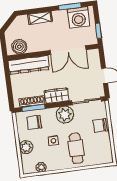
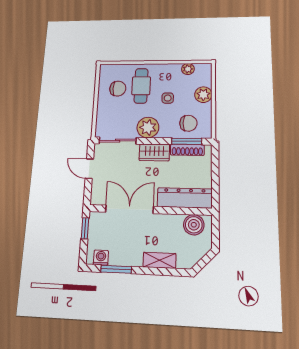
washing machine: (78, 18) -> (101, 258), width x0.53, depth x0.53
chair: (100, 126) -> (118, 89), moved

